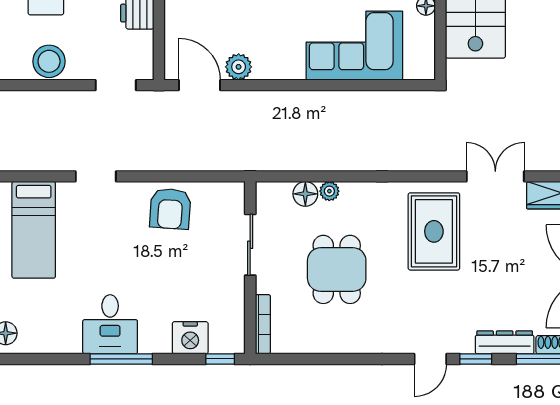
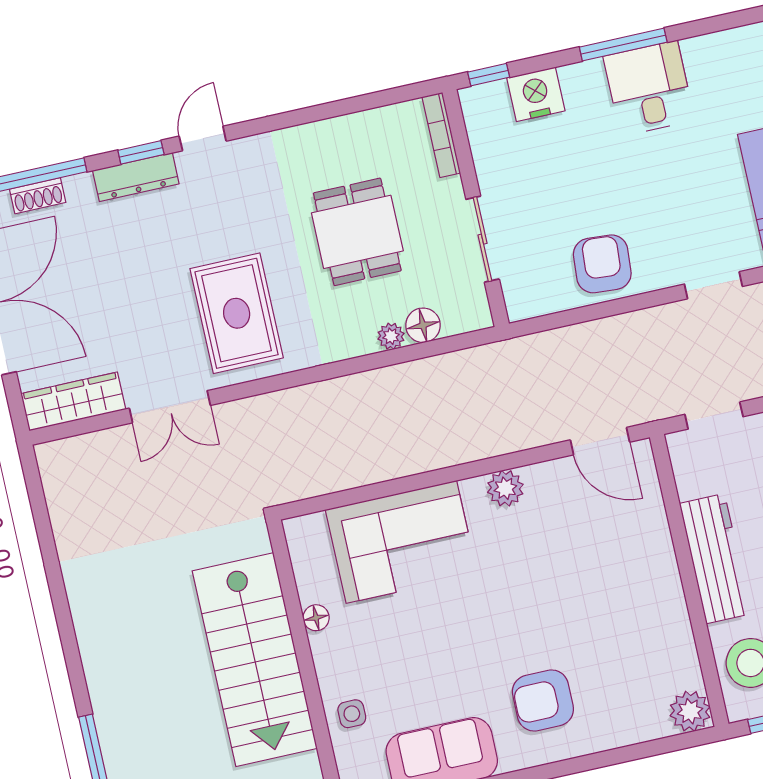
plant: (239, 67) -> (505, 488), moved
dresser: (505, 342) -> (136, 177), moved

